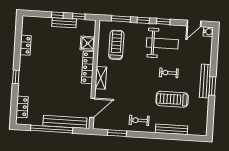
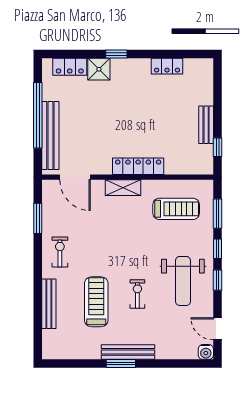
window: (57, 15) -> (217, 113), removed
shower: (88, 43) -> (99, 69), moved

